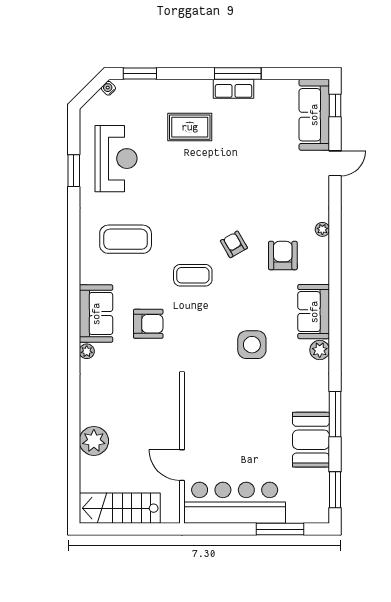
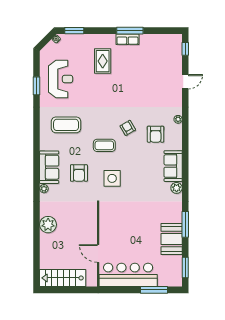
sofa: (314, 115) -> (173, 54), removed
rug: (190, 127) -> (103, 61), turned 90
armchair: (283, 255) -> (156, 134), turned 180
armchair: (148, 324) -> (79, 173), turned 90
side table: (252, 345) -> (112, 178), moved
plant: (94, 441) -> (48, 225), moved

